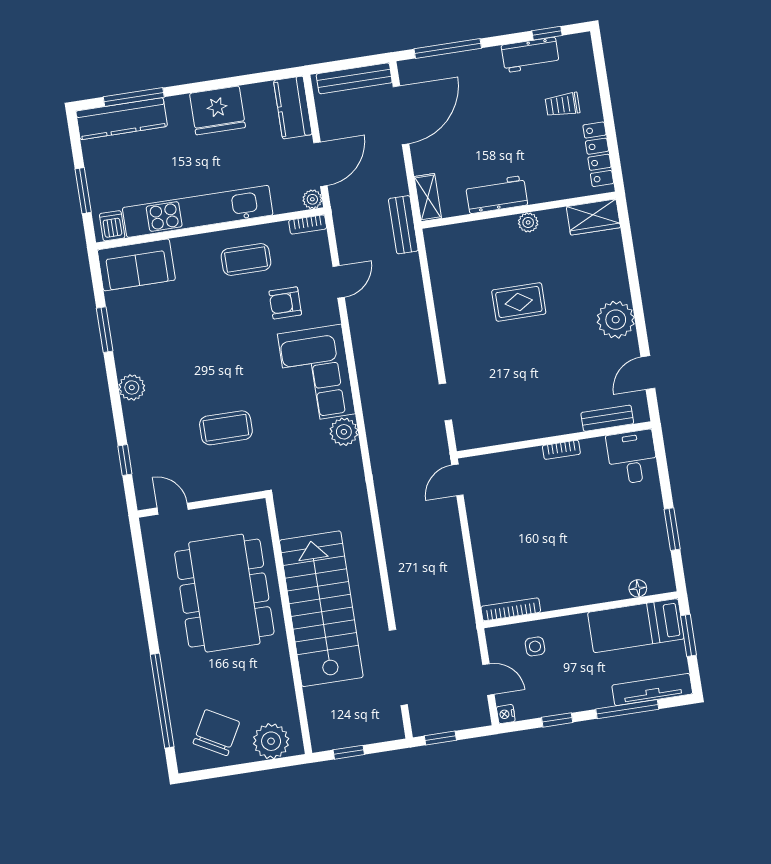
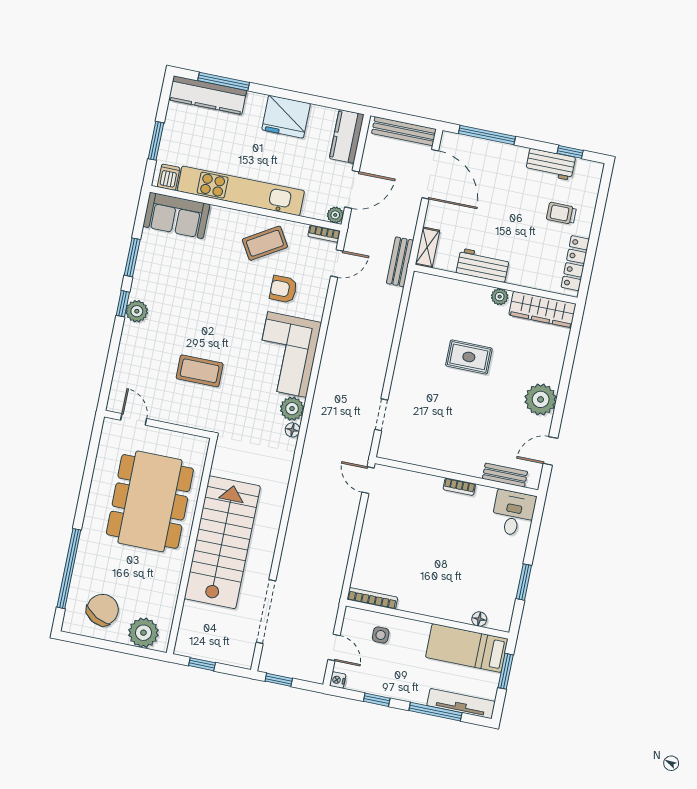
door: (401, 115) -> (430, 174), hinge flipped
wardrobe: (593, 217) -> (543, 309), width x1.50
coffee table: (246, 260) -> (265, 243), turned -31
door: (339, 282) -> (337, 263), moved
floor lamp: (353, 455) -> (292, 430), added
window: (125, 460) -> (123, 304), moved
door: (457, 480) -> (368, 480), hinge flipped

